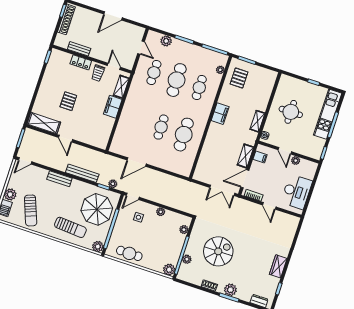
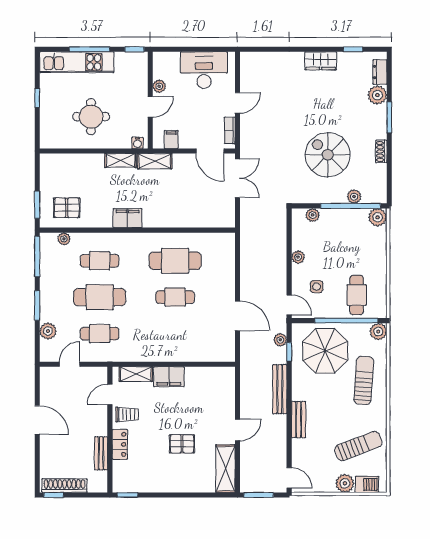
shelving: (245, 156) -> (155, 161), moved
cafe table: (129, 253) -> (357, 295), moved
plant: (230, 290) -> (377, 95), moved

